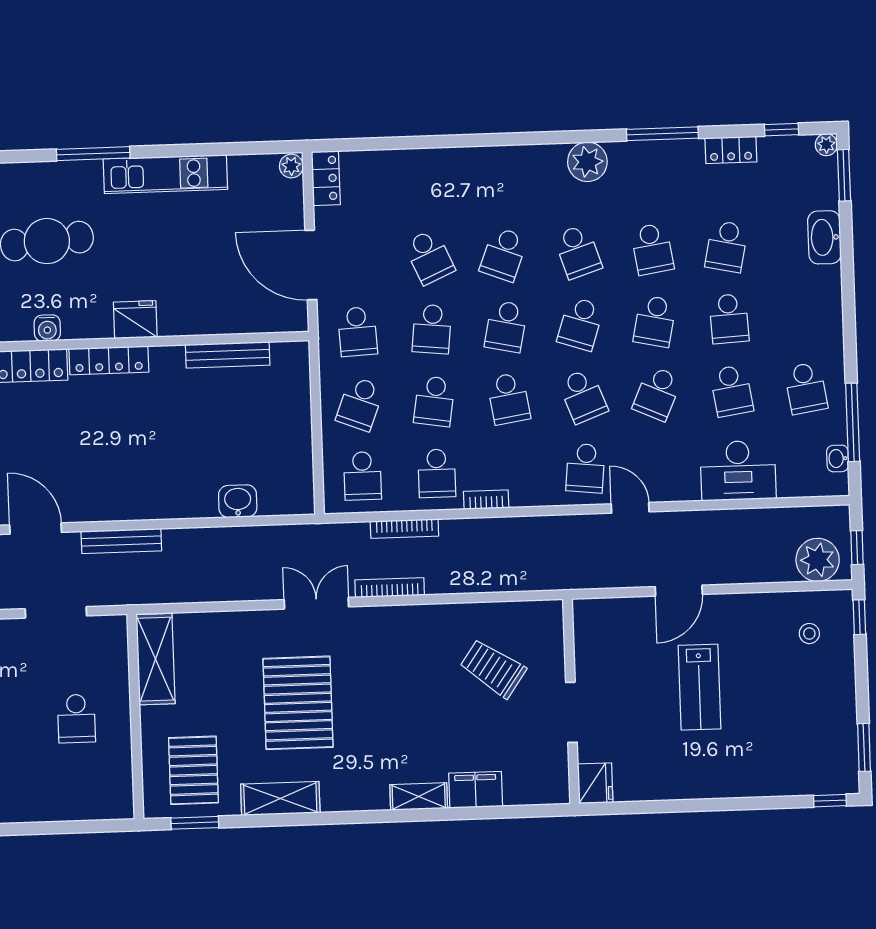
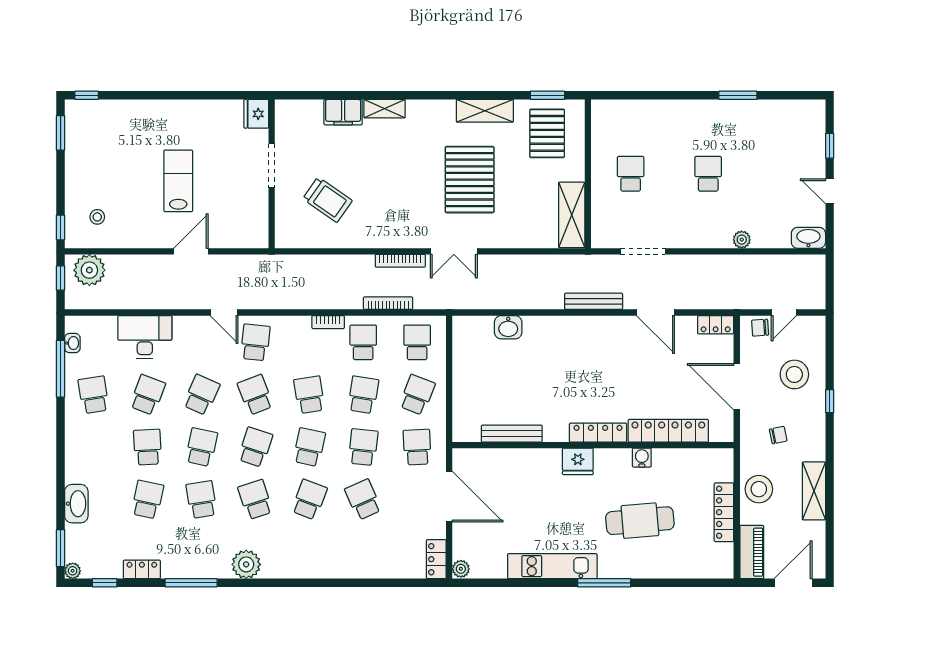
school desk: (732, 391) -> (147, 395), turned 30

